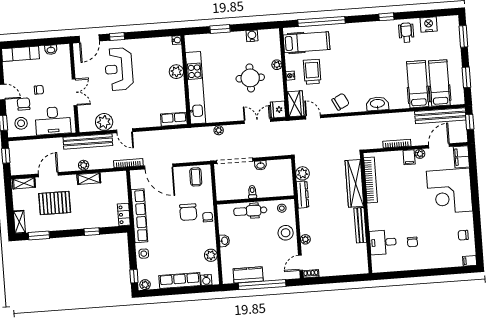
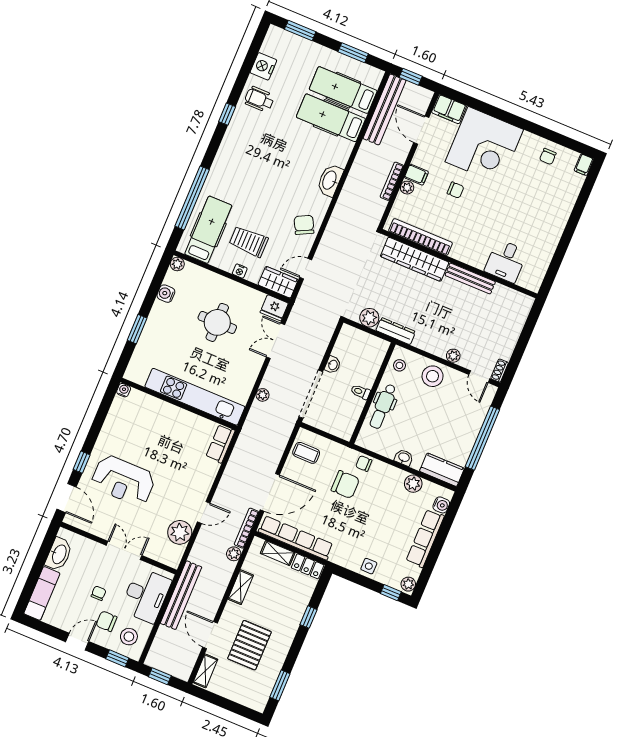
washbasin: (51, 50) -> (59, 554), width x1.91, depth x1.45
plant: (277, 65) -> (177, 264), moved
plant: (176, 72) -> (163, 411), removed
bench: (88, 141) -> (181, 595), moved
plant: (420, 154) -> (407, 188), moved
plant: (84, 165) -> (234, 554), moved
row of seats: (139, 216) -> (296, 538), moved
shelving: (19, 222) -> (278, 553), moved
chair: (412, 242) -> (456, 190), moved
kitchen counter: (248, 275) -> (442, 470), moved, turned 90

